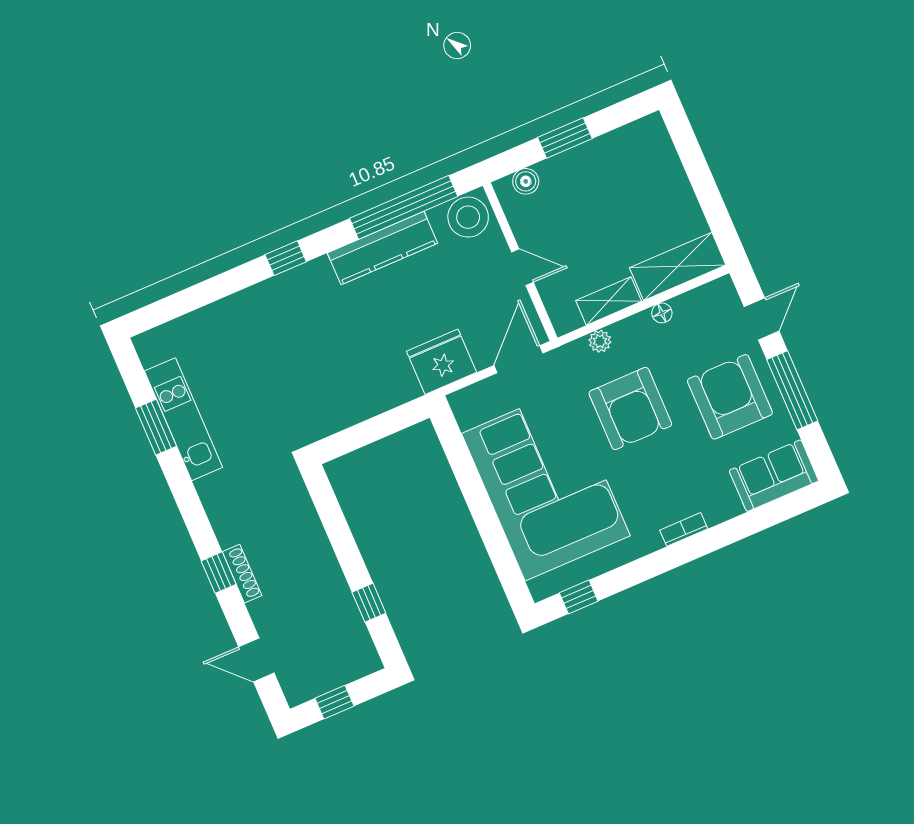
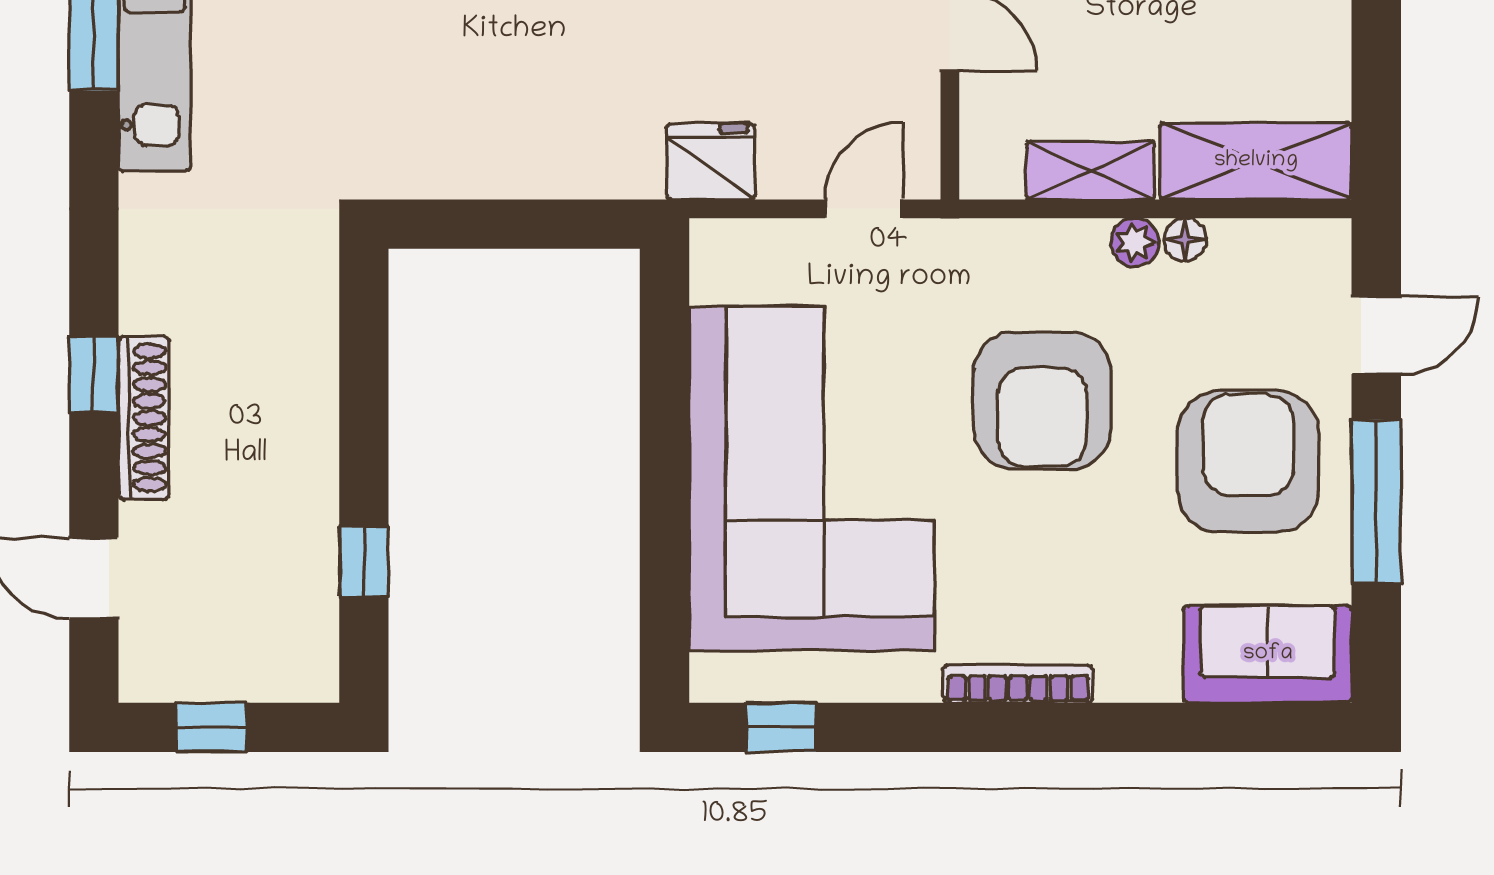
plant: (600, 341) -> (1135, 242), moved
door: (518, 359) -> (864, 209), width x0.73
fridge: (442, 362) -> (711, 162), width x0.73, depth x0.75
bookcase: (684, 529) -> (1018, 684), width x1.56
shoe rack: (242, 574) -> (144, 418), width x1.36, depth x1.24

